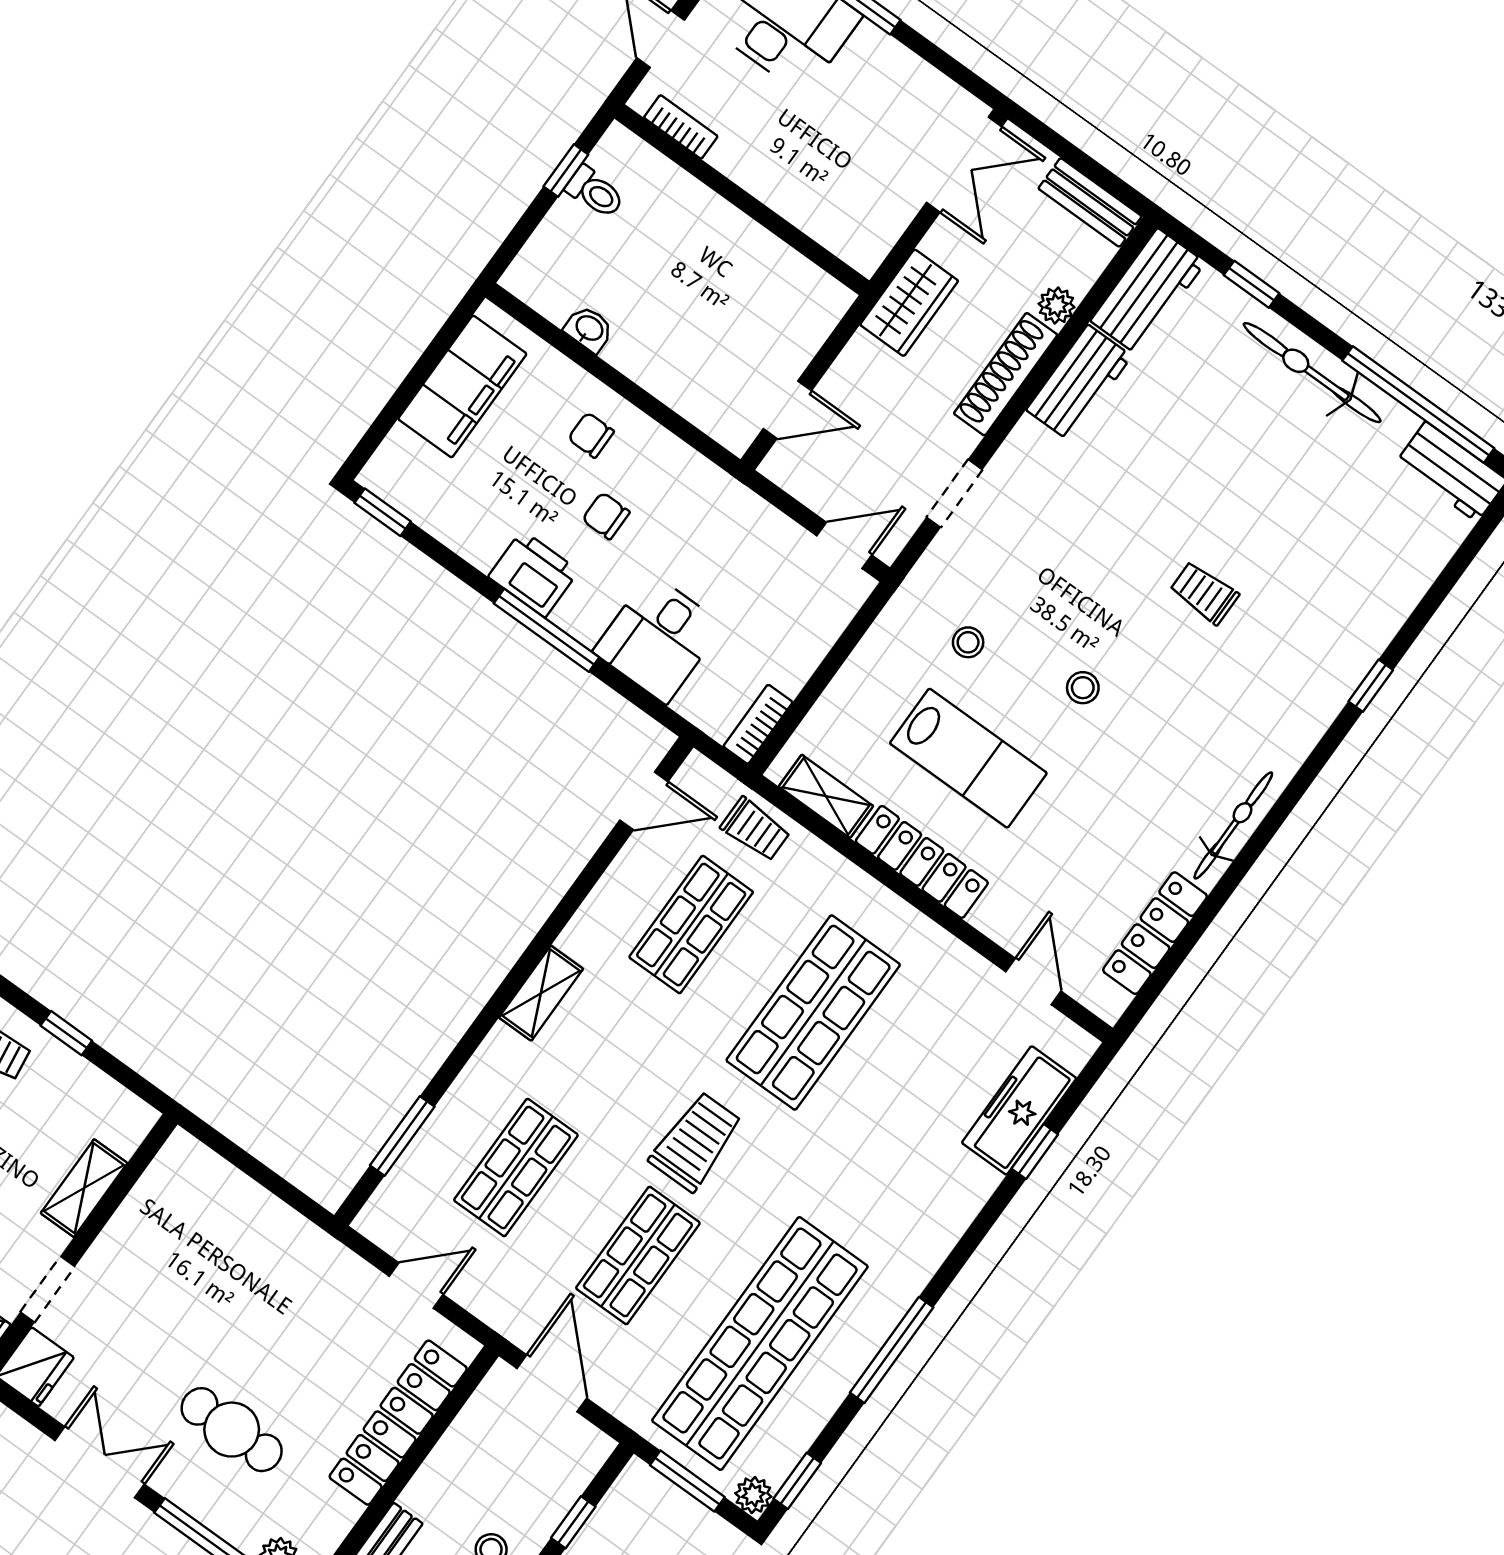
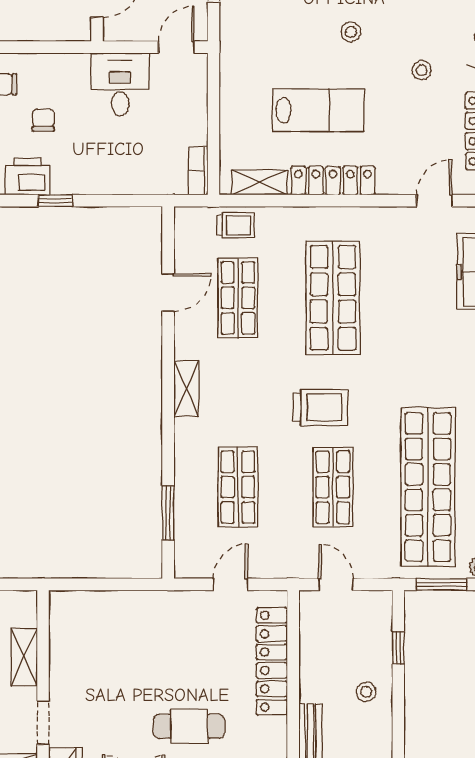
chair: (606, 516) -> (43, 120), turned 90
window: (547, 630) -> (55, 201), width x0.46
desk: (658, 638) -> (120, 84), moved, turned 180
stool: (968, 642) -> (422, 70), moved
door: (644, 801) -> (168, 293), moved
door: (1033, 981) -> (434, 201), hinge flipped
trolley: (696, 1142) -> (320, 407), turned 90
door: (552, 1383) -> (336, 584), width x0.73

